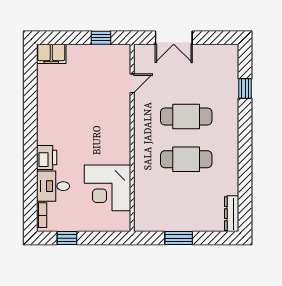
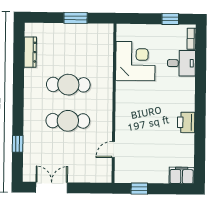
double door: (174, 38) -> (52, 187), moved
printer: (47, 158) -> (186, 122), moved
dresser: (232, 214) -> (30, 52), moved

